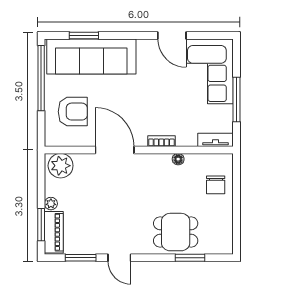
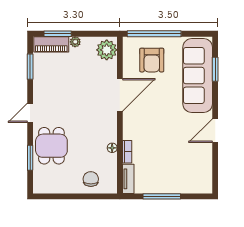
door: (172, 35) -> (215, 131), moved
corner sofa: (210, 71) -> (185, 174), removed
window: (41, 78) -> (154, 34), moved
bookcase: (161, 141) -> (127, 152), moved
chair: (216, 185) -> (91, 179), turned 90
door: (119, 258) -> (30, 113), moved

